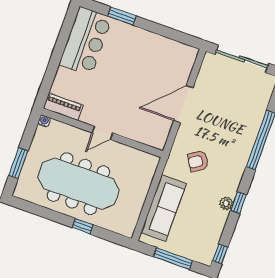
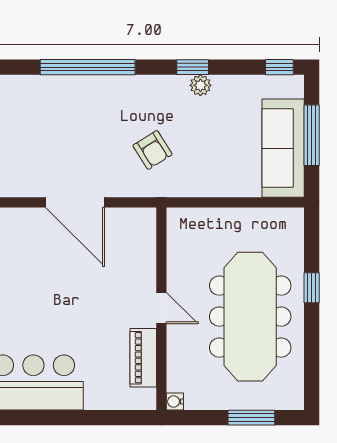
piano: (63, 107) -> (143, 358), moved
sofa: (164, 208) -> (283, 148), moved, turned -90

